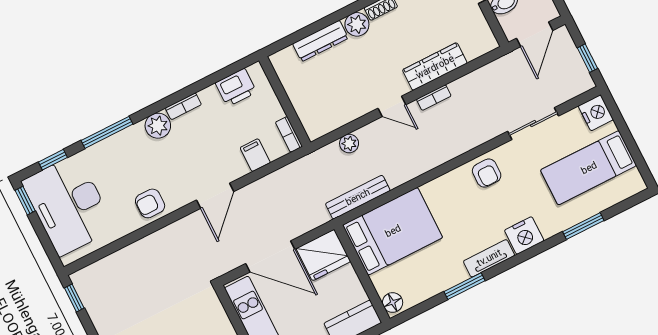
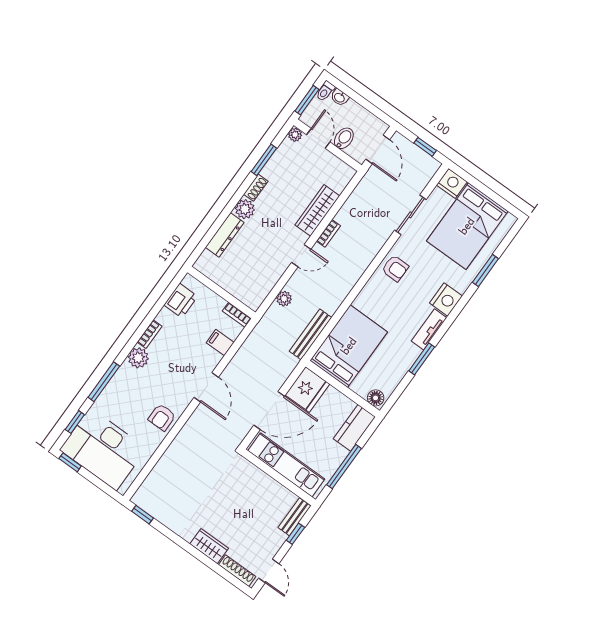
bed: (589, 168) -> (467, 226), width x1.50

